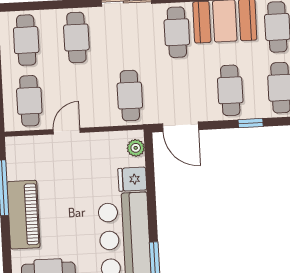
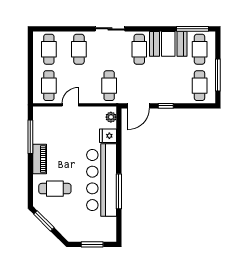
cafe table: (230, 90) -> (169, 86), removed
window: (251, 123) -> (166, 106), moved
door: (181, 127) -> (138, 106), hinge flipped
piano: (24, 215) -> (40, 159), width x0.73, depth x0.75

